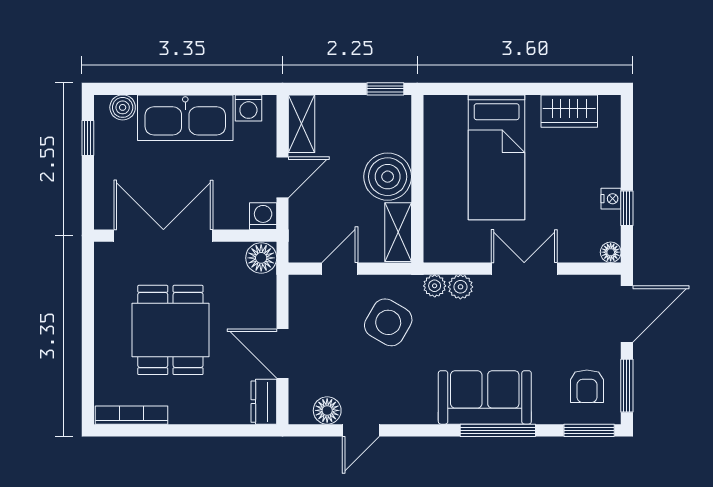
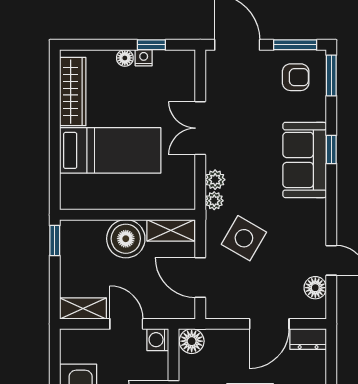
washing machine: (248, 108) -> (70, 351), removed
wardrobe: (569, 111) -> (73, 92), width x1.50
floor lamp: (611, 252) -> (125, 58), moved
door: (340, 269) -> (200, 277), width x1.38
window: (498, 430) -> (331, 149), width x0.46

